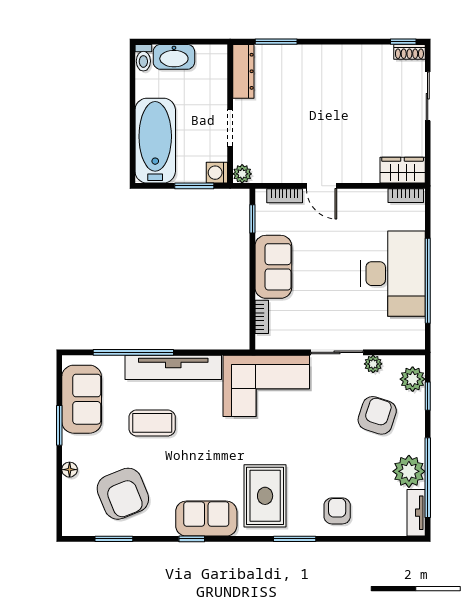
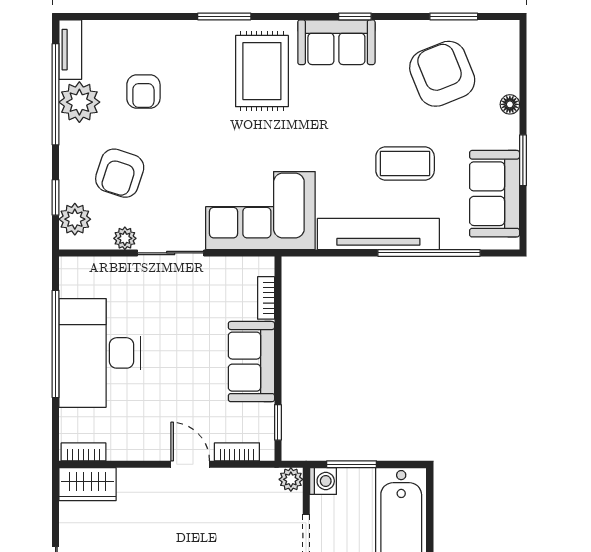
armchair: (337, 511) -> (143, 92), moved

